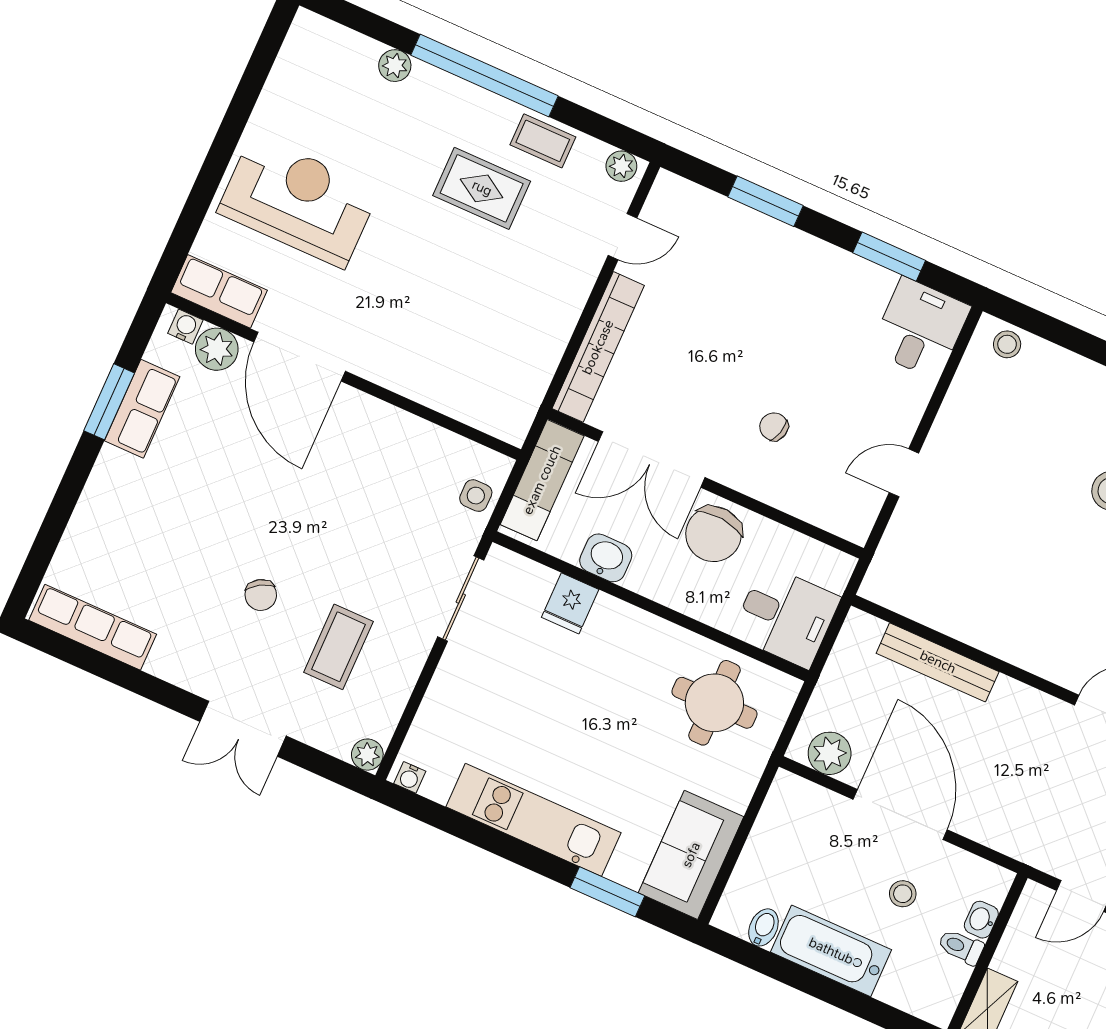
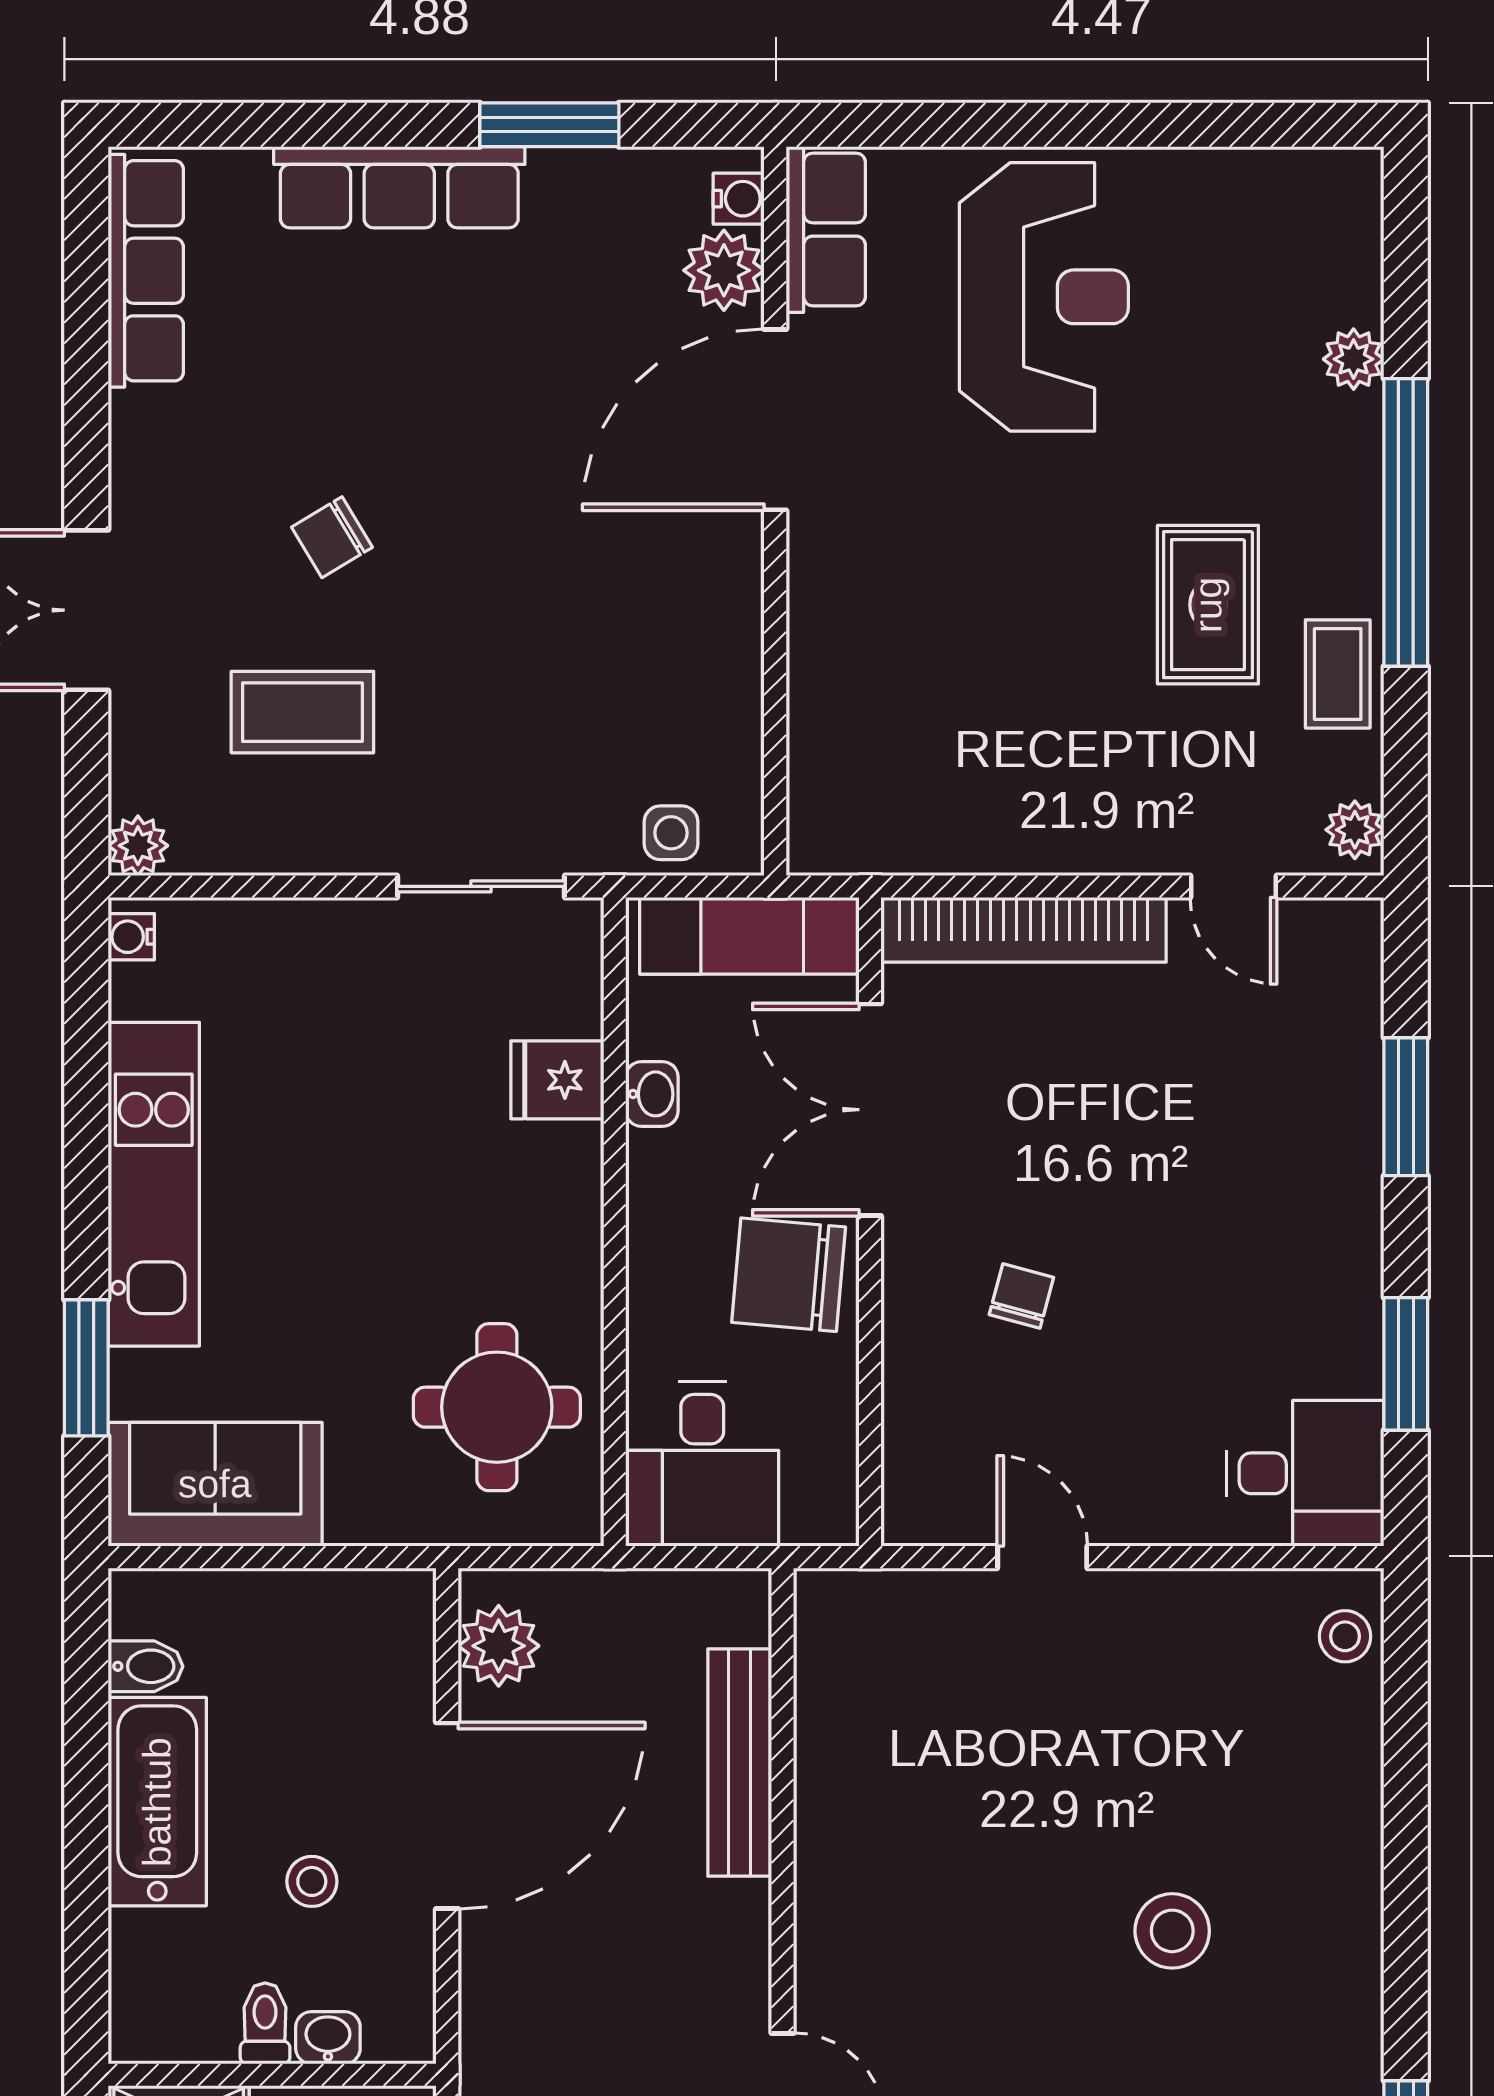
row of seats: (142, 409) -> (399, 187), moved, width x1.48
washbasin: (606, 558) -> (652, 1094), width x0.72, depth x0.69

